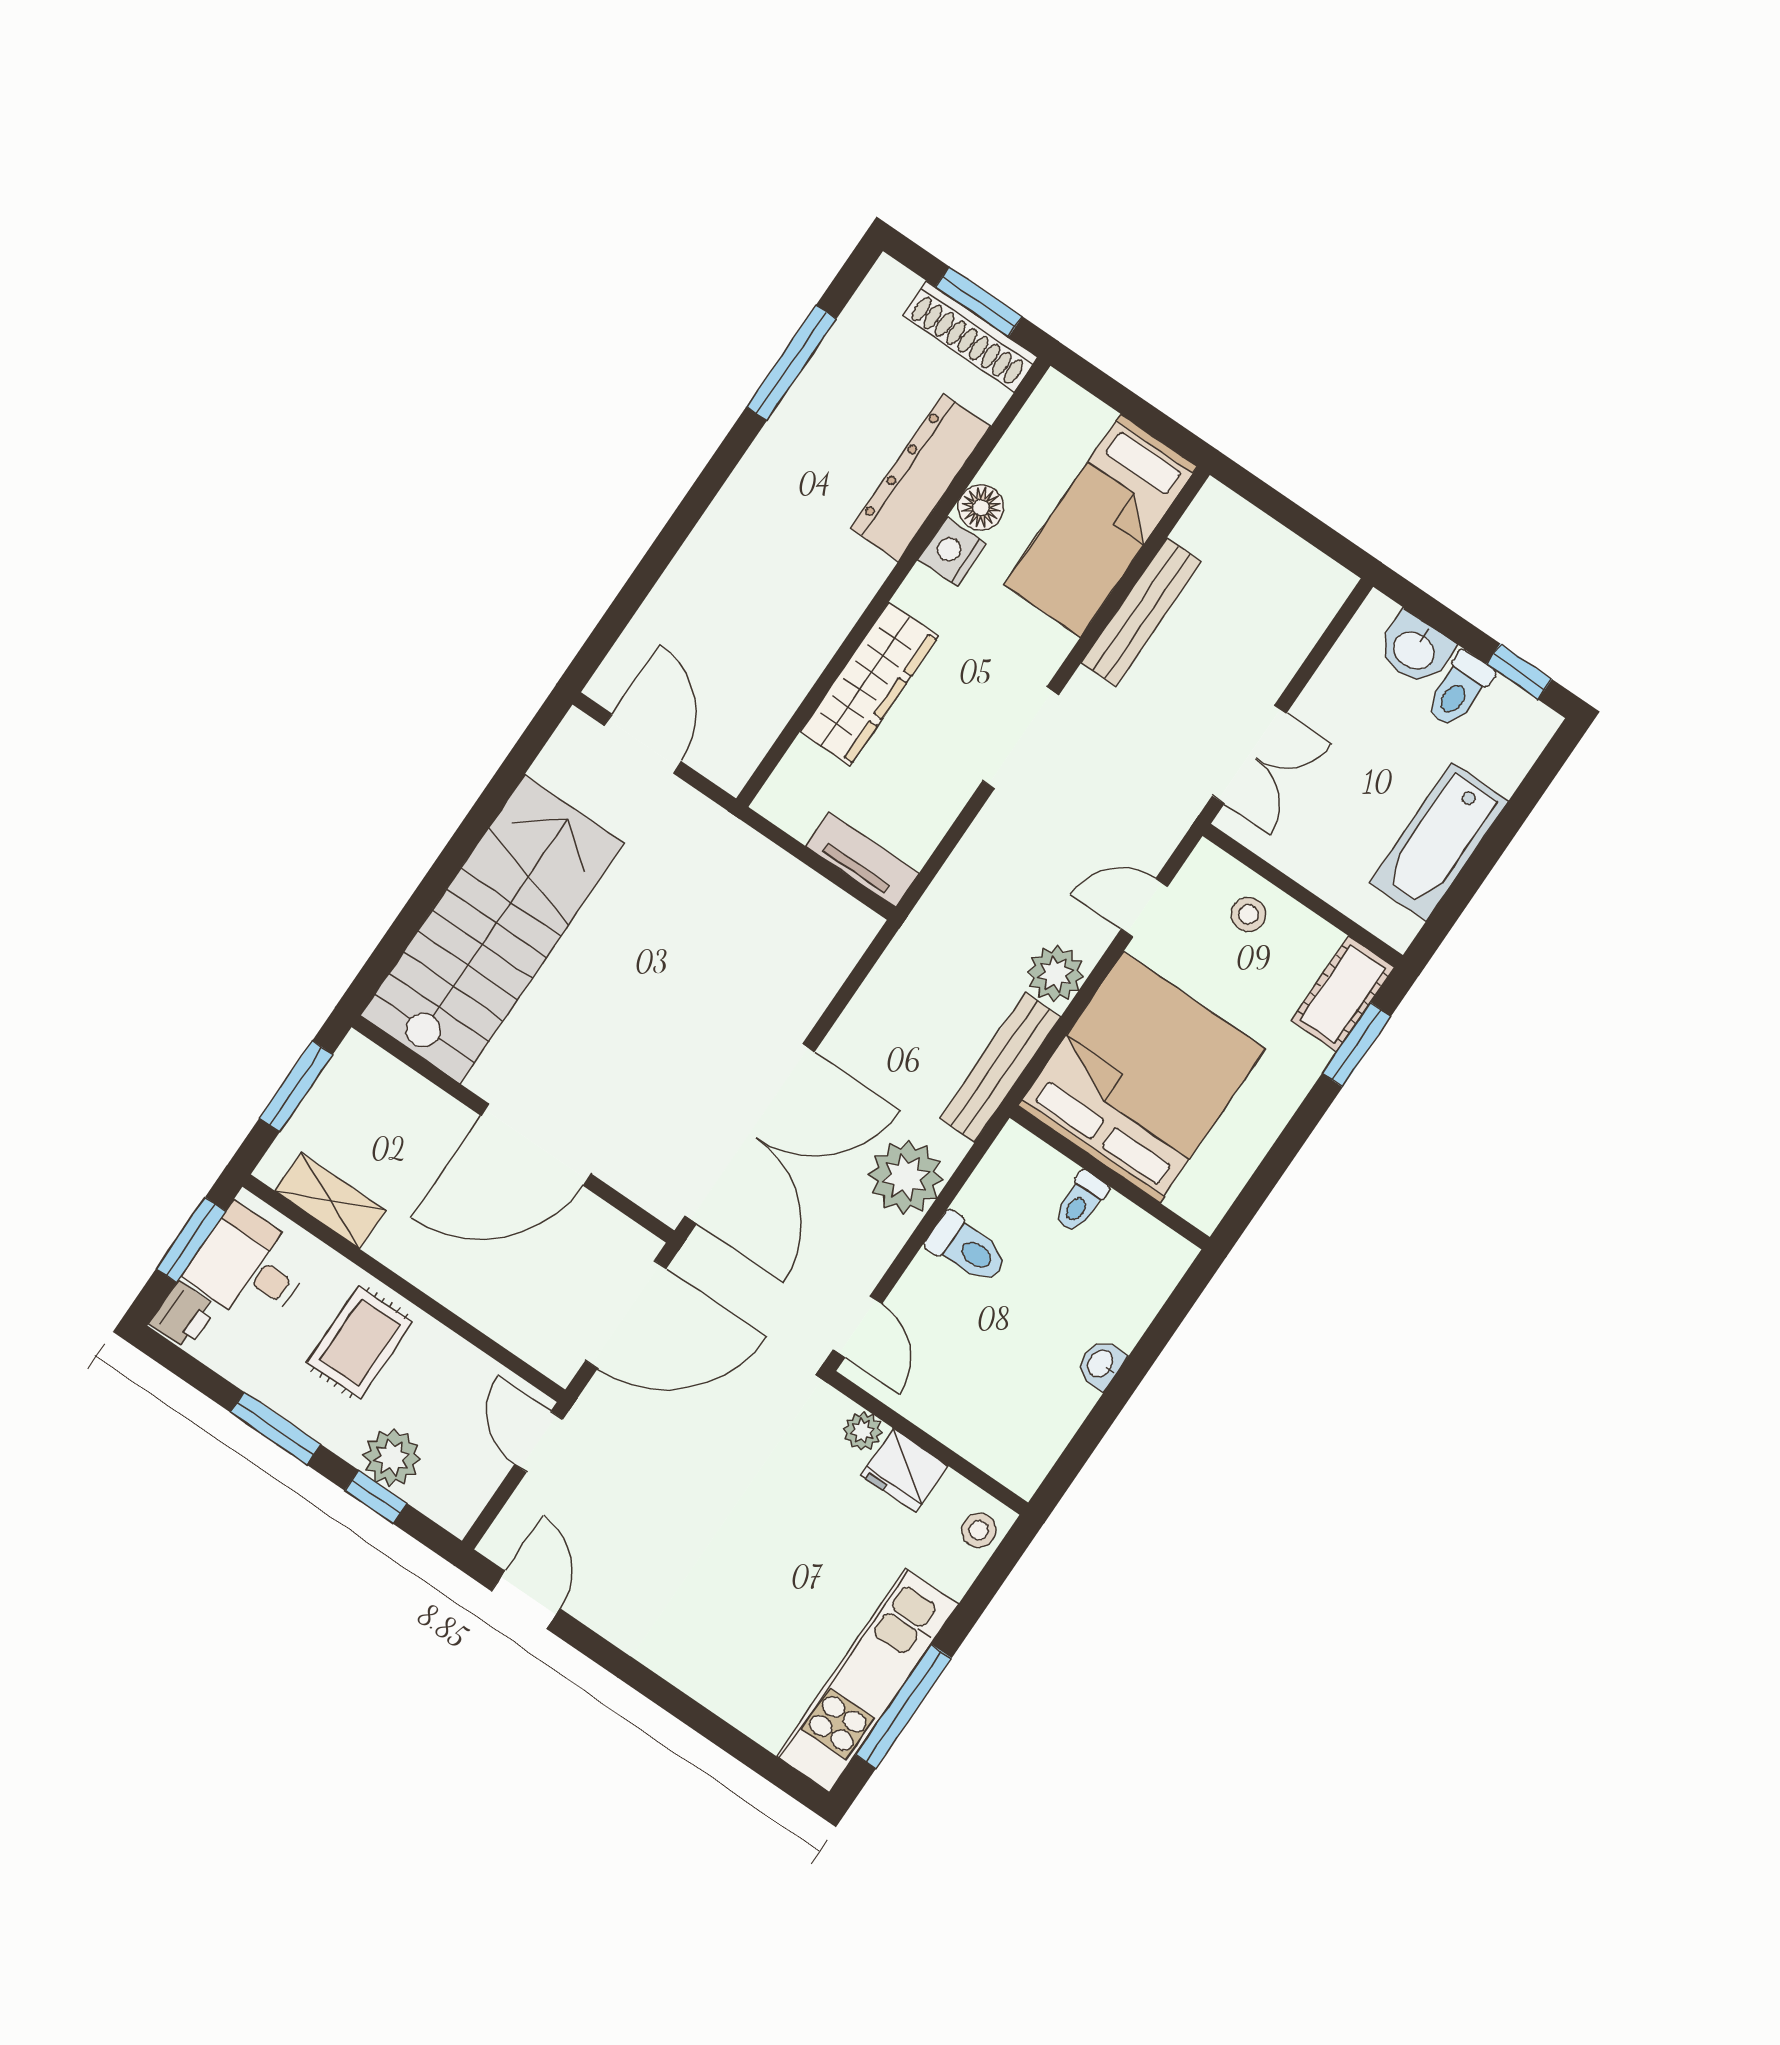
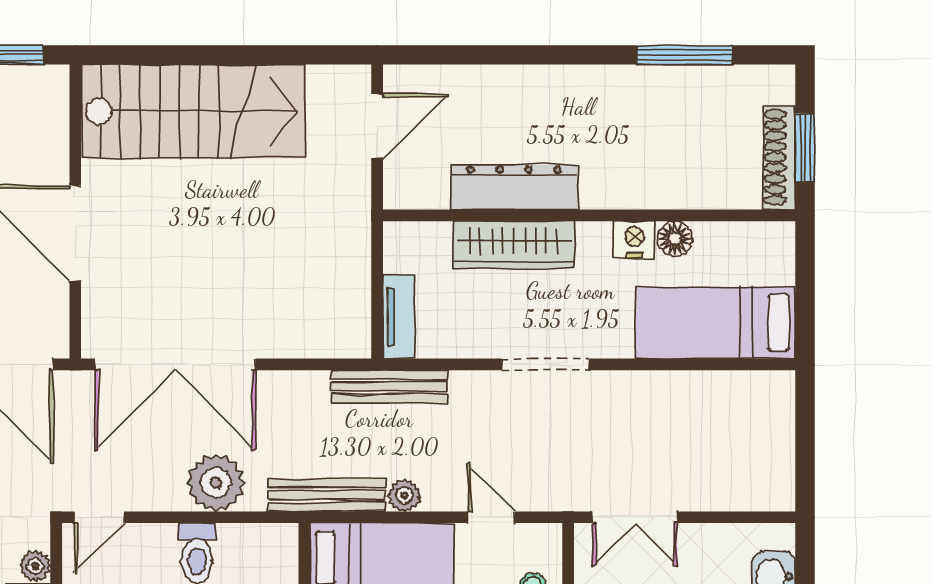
dresser: (921, 478) -> (514, 187), moved
bench: (1141, 612) -> (390, 386), moved
plant: (1056, 974) -> (405, 495), width x0.73, depth x0.73

